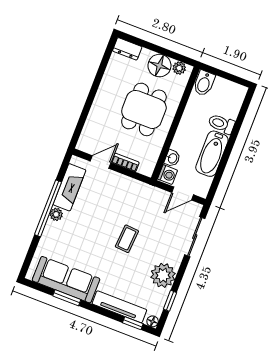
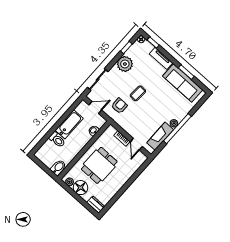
door: (101, 162) -> (136, 144), hinge flipped
washing machine: (168, 175) -> (100, 122), removed
armchair: (148, 210) -> (119, 106), added
tv unit: (119, 307) -> (161, 58), width x0.71

